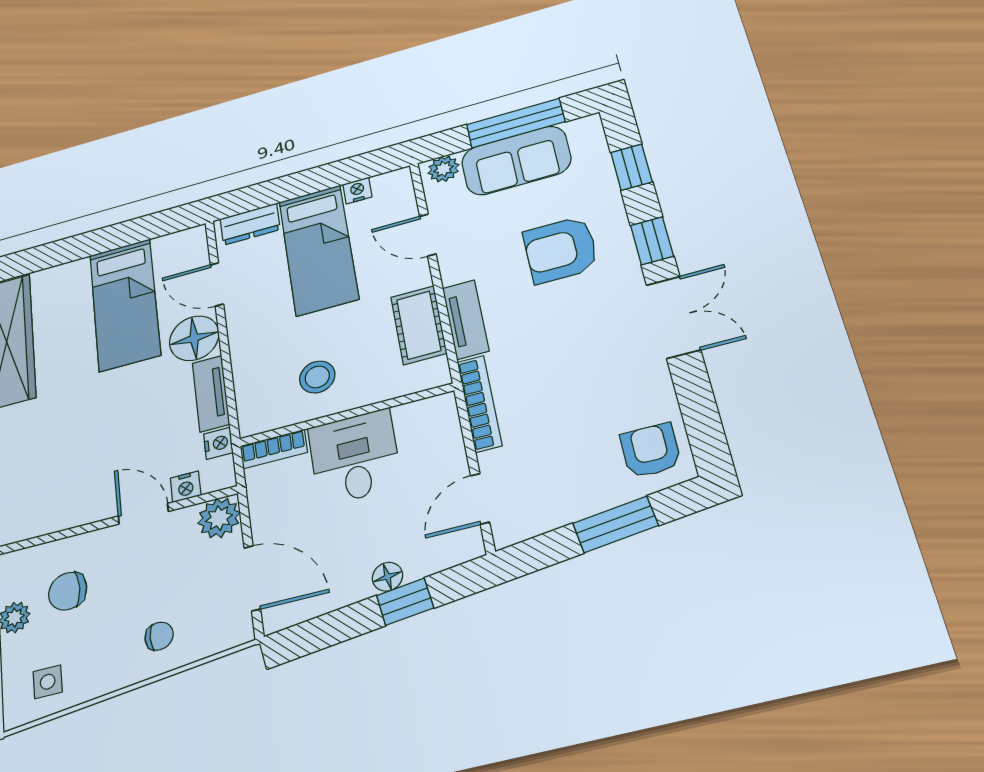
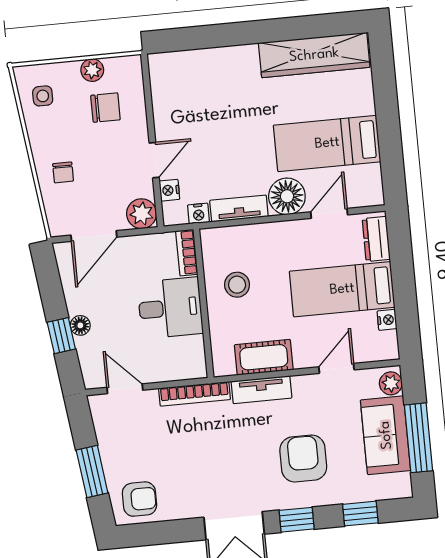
chair: (68, 591) -> (105, 108), turned 90

